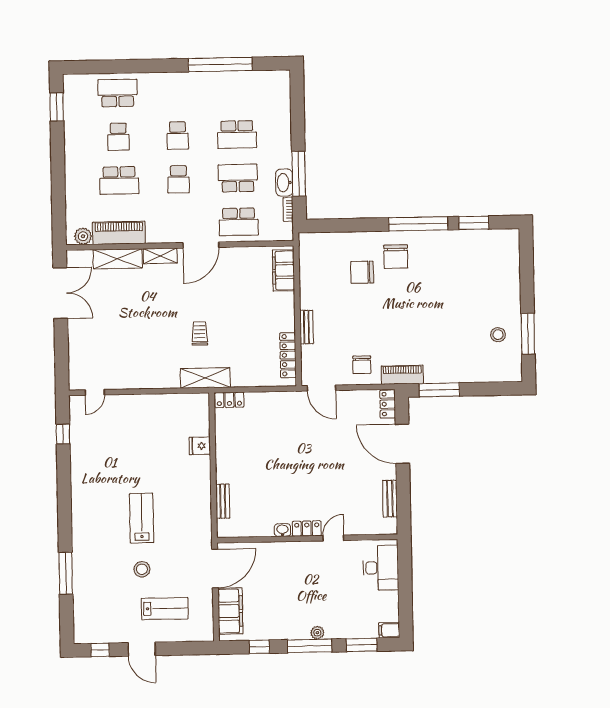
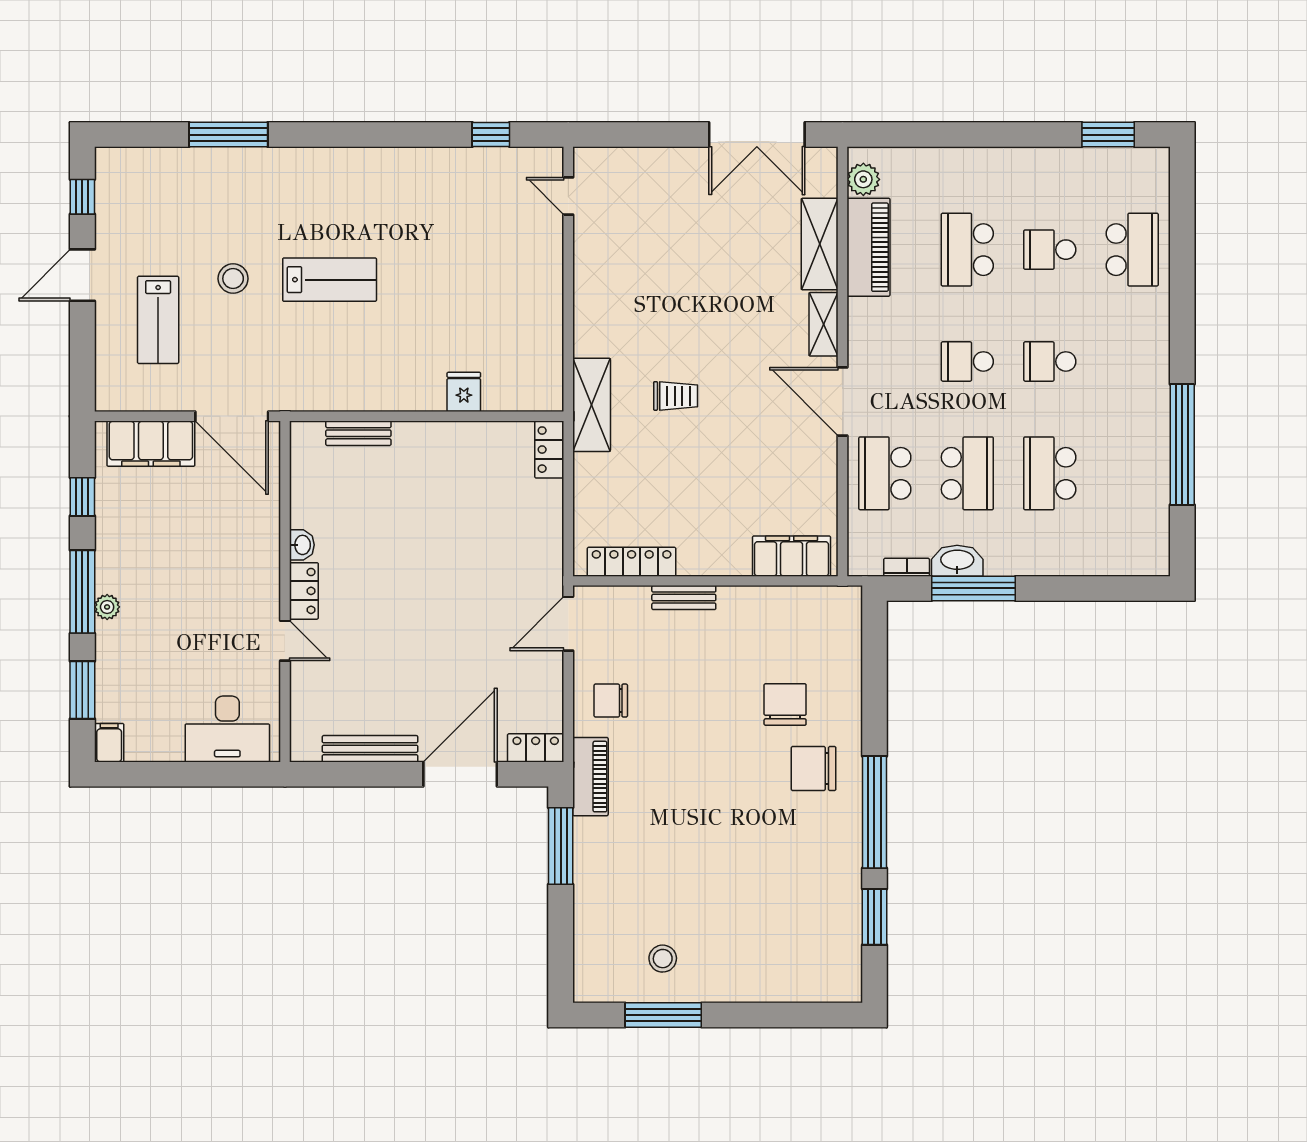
bench: (390, 499) -> (370, 749), width x1.36

